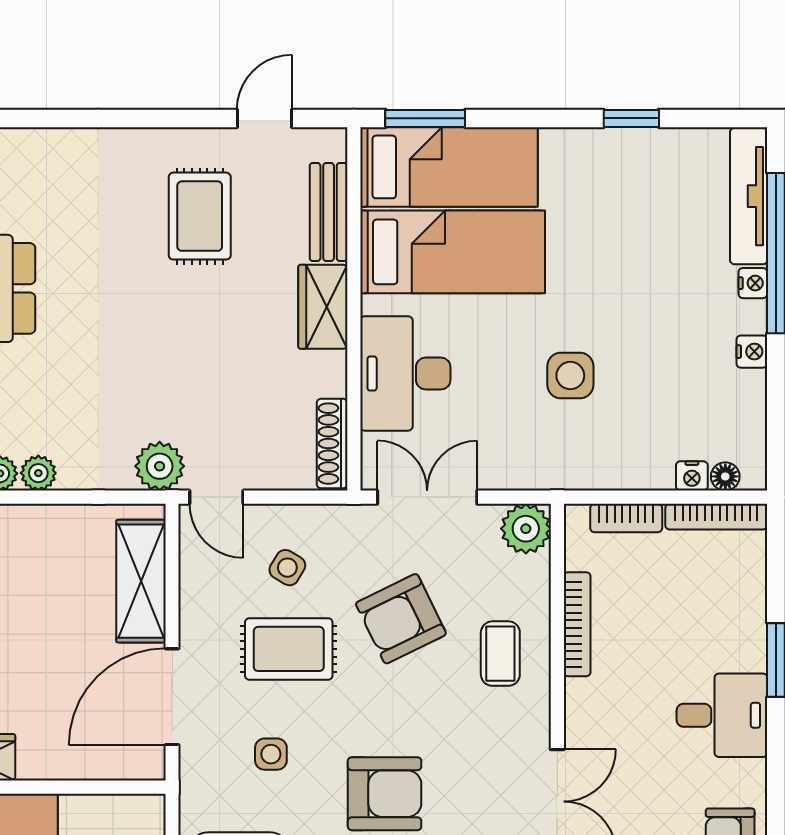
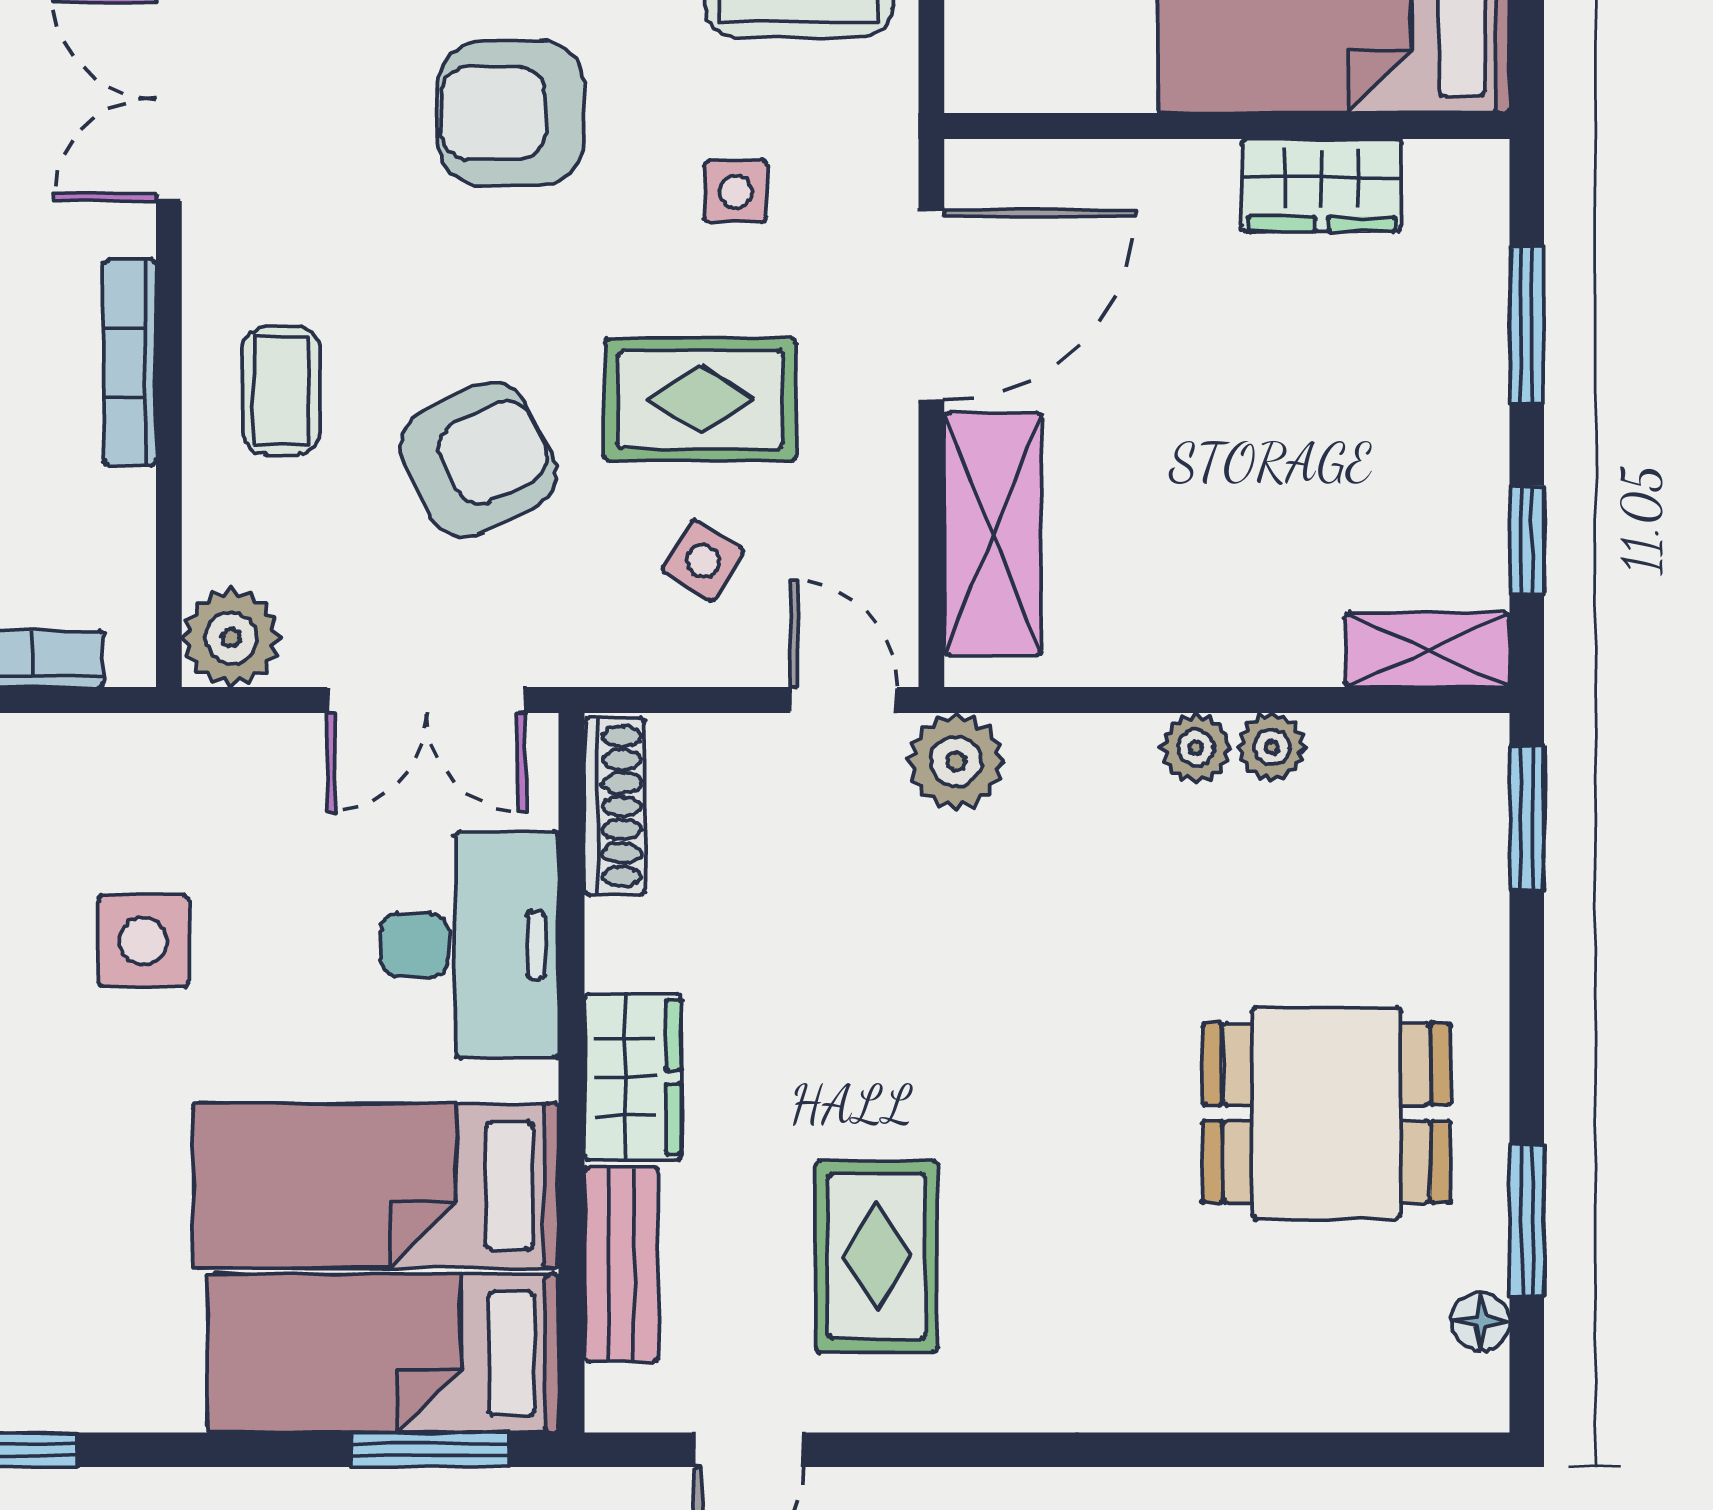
bookcase: (577, 624) -> (130, 362), moved

